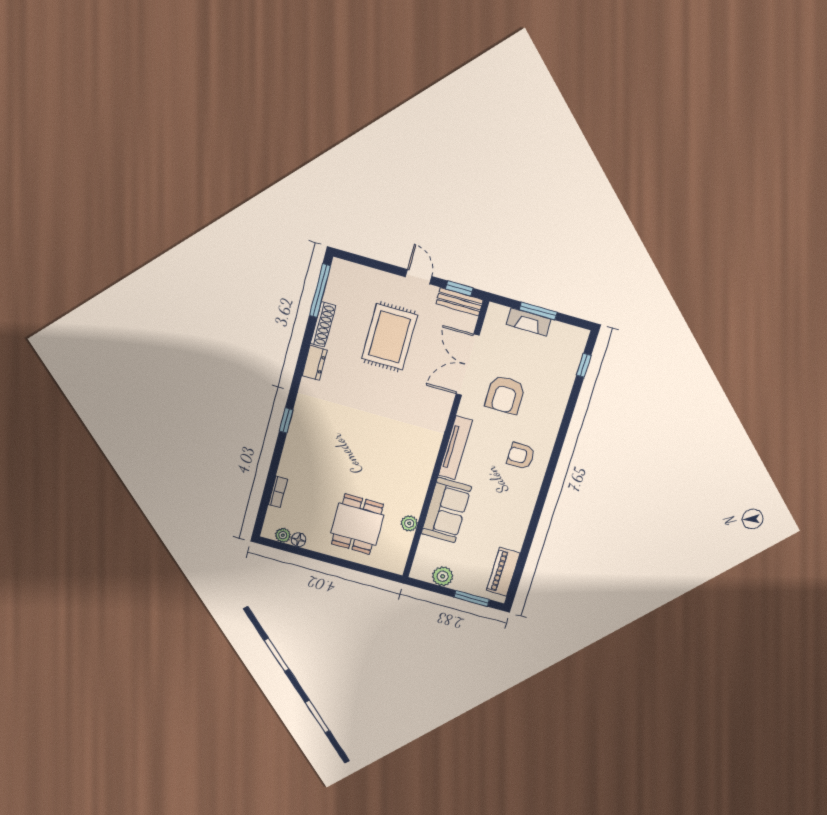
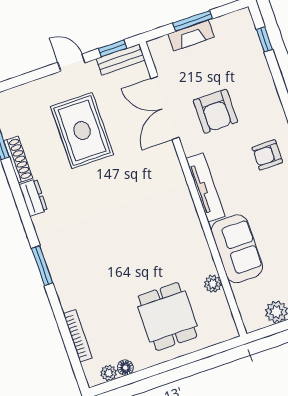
window: (286, 420) -> (42, 266), width x1.50
bookcase: (278, 492) -> (78, 336), width x1.56

